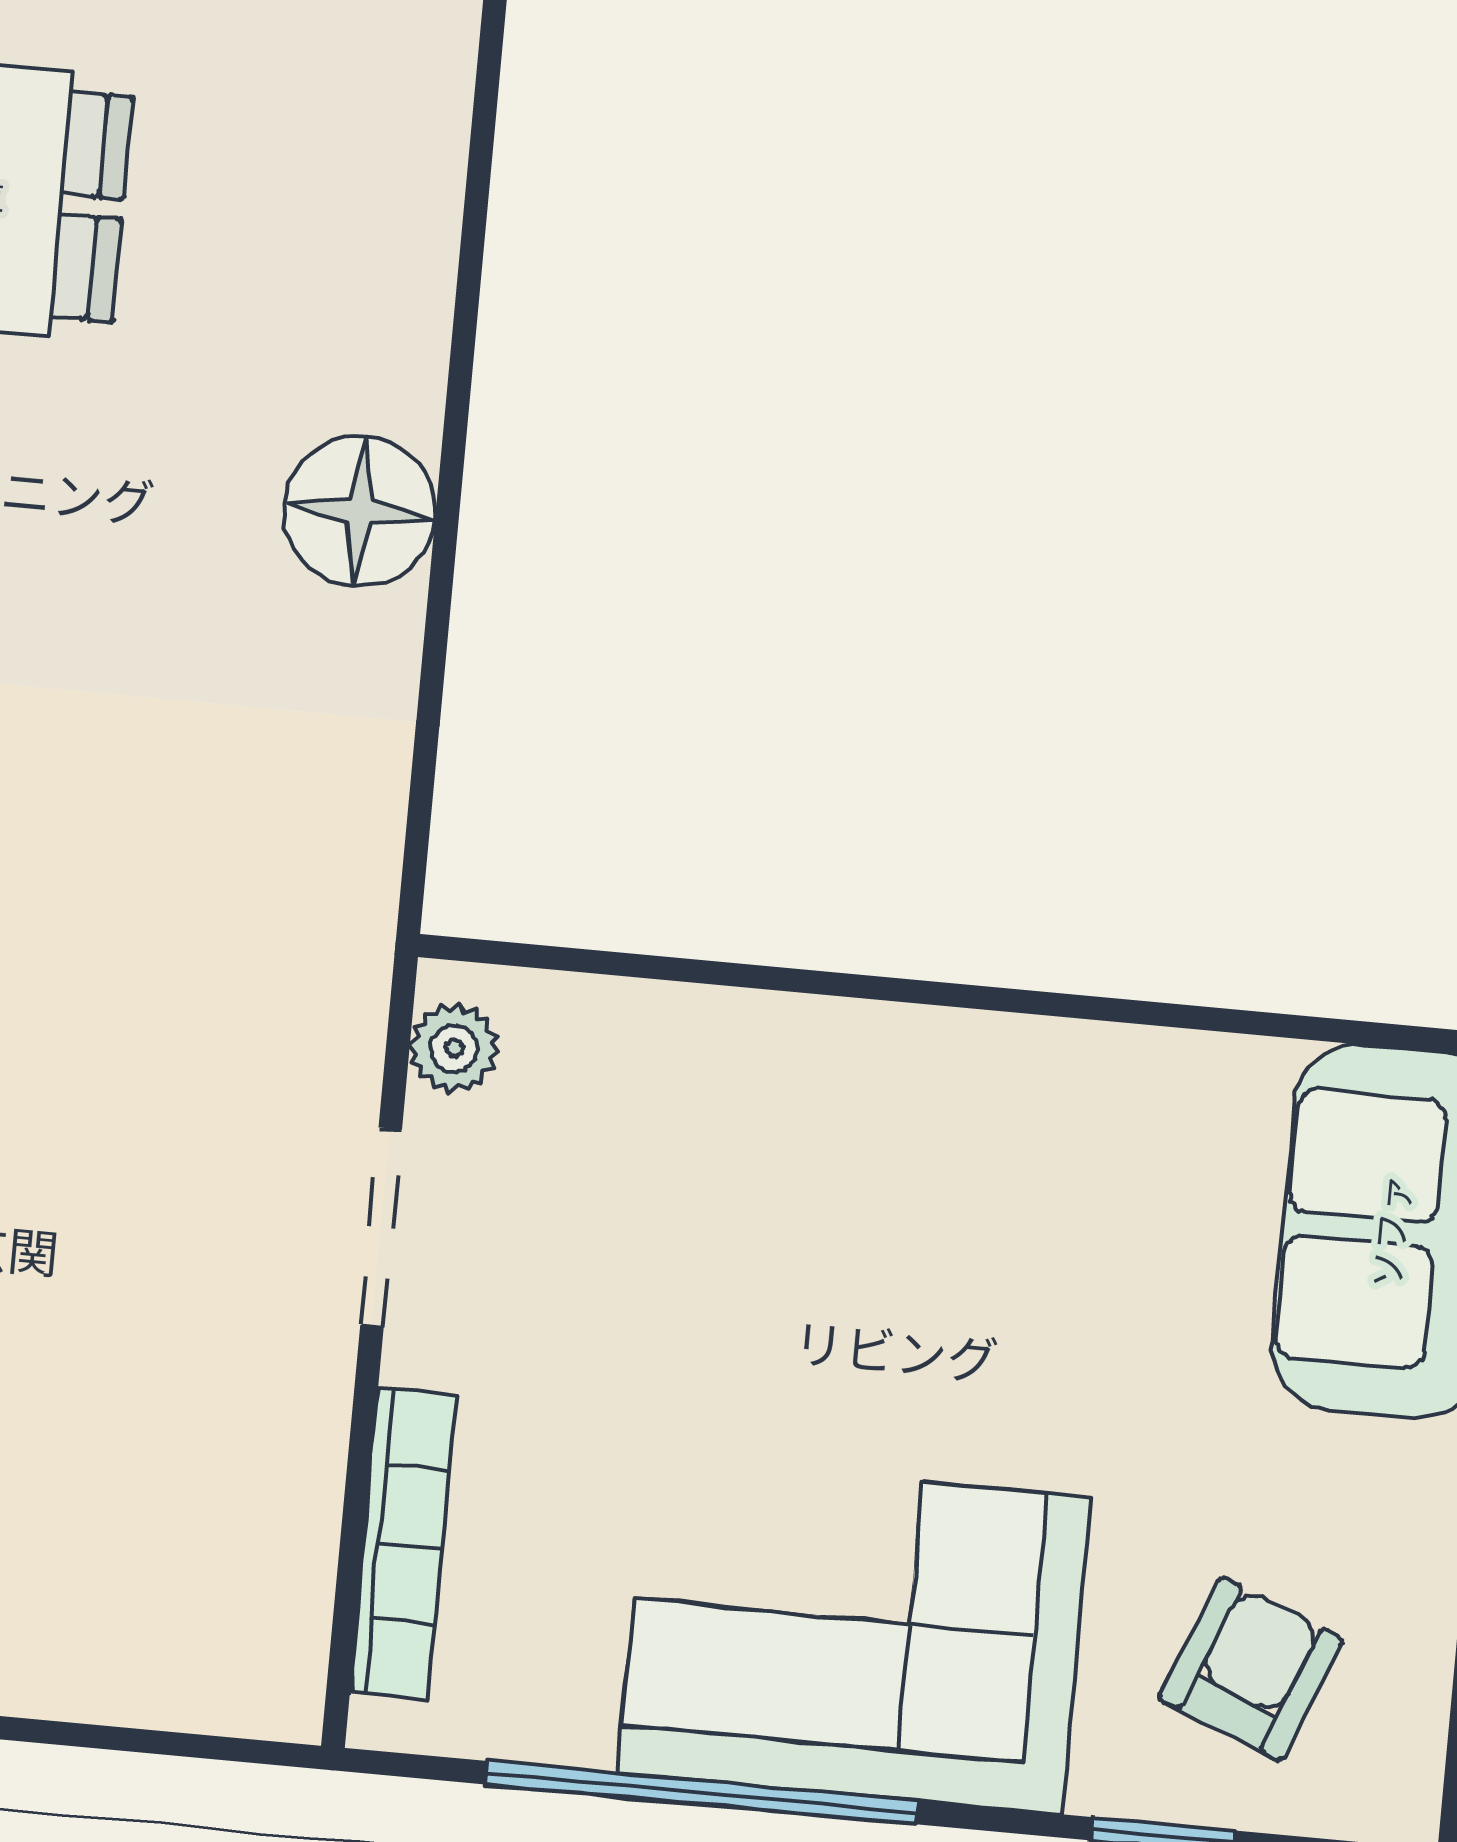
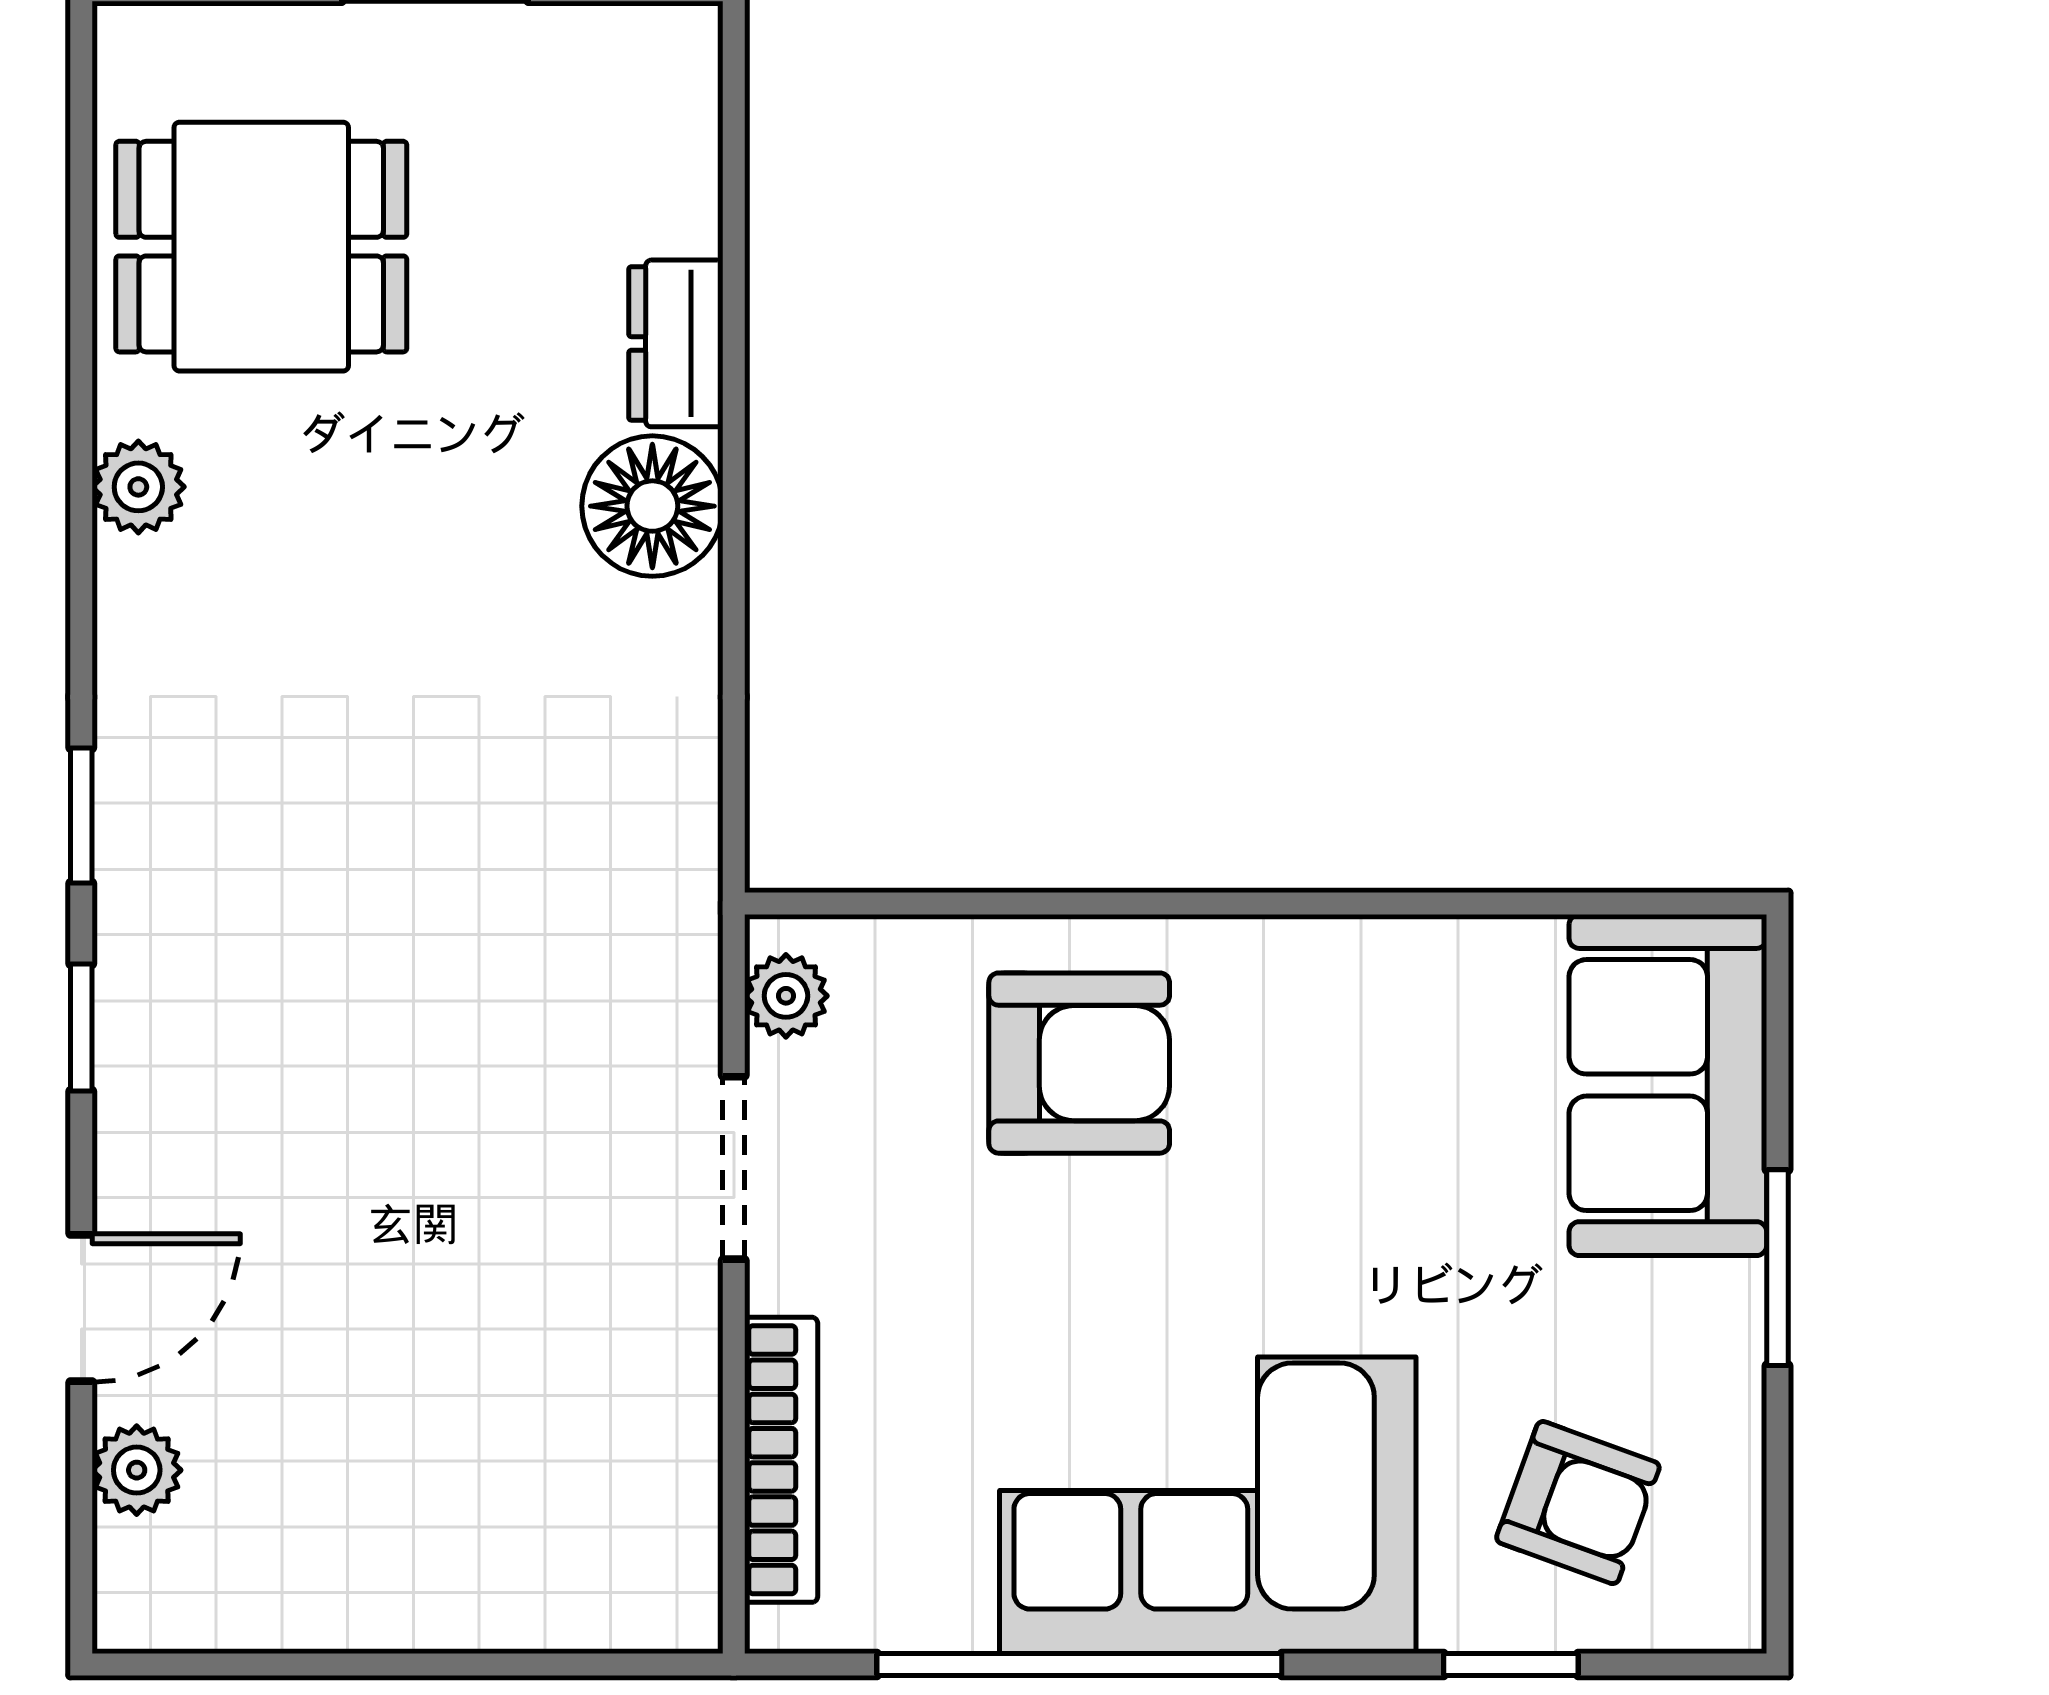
dresser: (401, 340) -> (676, 343), added
armchair: (761, 1149) -> (1079, 1063), added
armchair: (1251, 1669) -> (1578, 1503), turned 88

